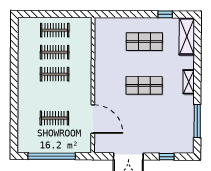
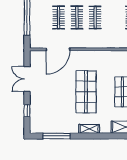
clothes rail: (55, 52) -> (77, 17), moved
shop shelf: (144, 85) -> (86, 92), width x1.43, depth x1.36

